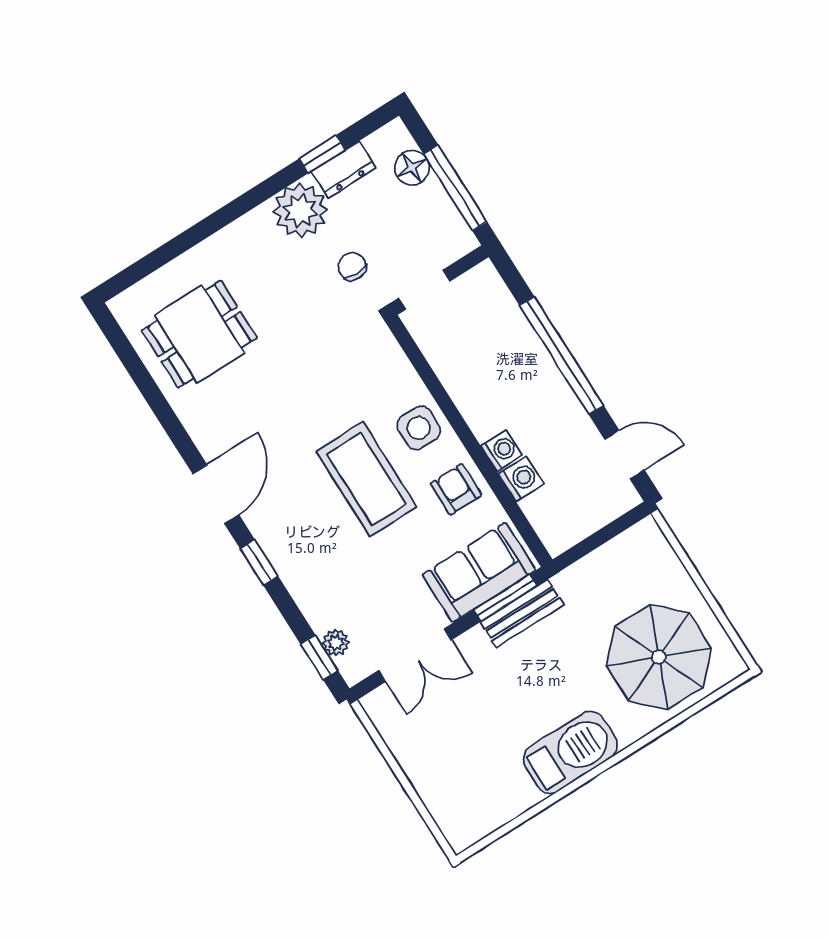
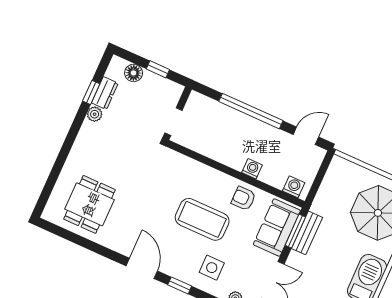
window: (455, 188) -> (158, 69), width x0.46
plant: (300, 211) -> (95, 114), width x0.53, depth x0.53
chair: (352, 266) -> (136, 132), removed
side table: (419, 428) -> (212, 268), moved
washing machine: (521, 479) -> (294, 187), moved

